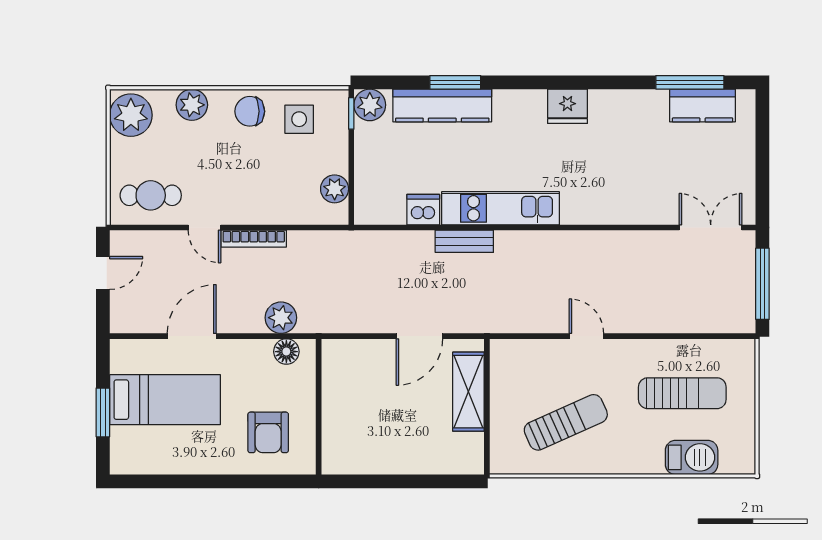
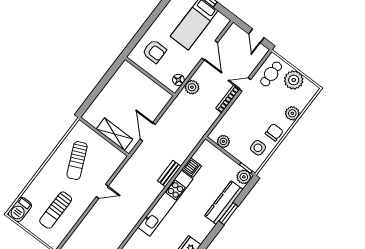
plant: (131, 115) -> (294, 80), moved
kitchen unit: (501, 208) -> (165, 203), width x1.36
armchair: (268, 432) -> (154, 51), turned 180
barbecue: (692, 457) -> (20, 209), moved

